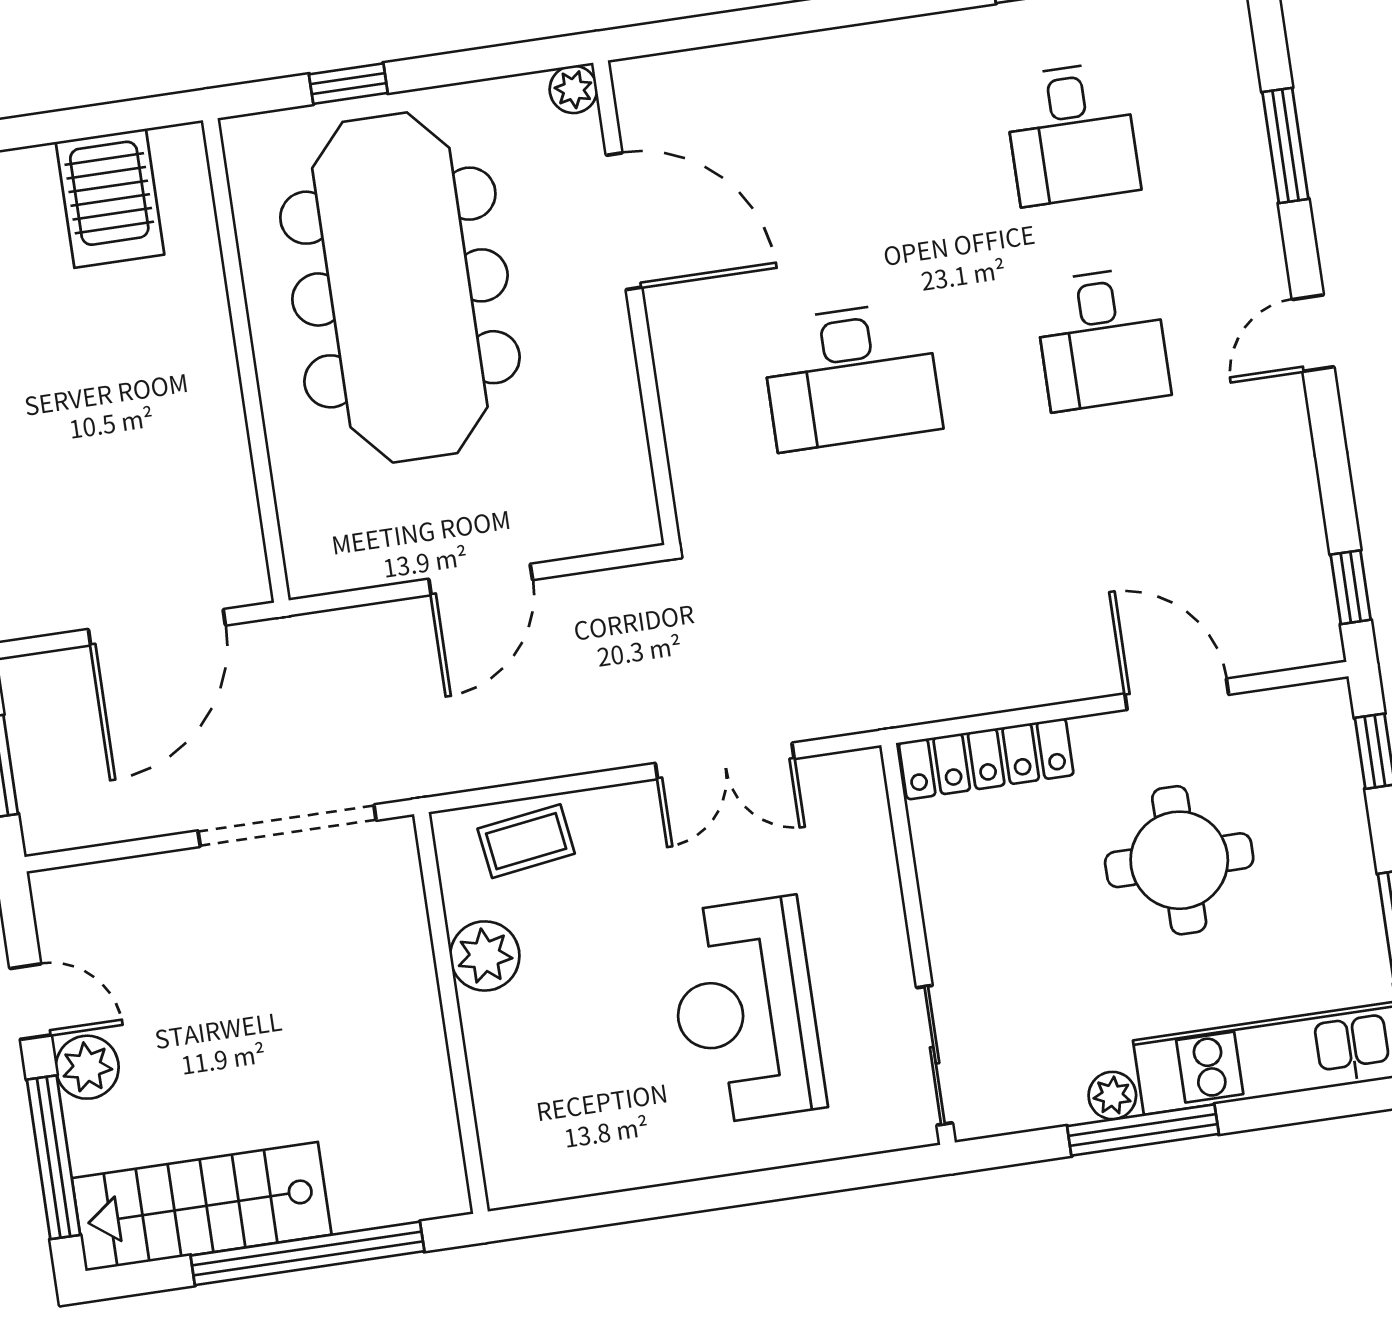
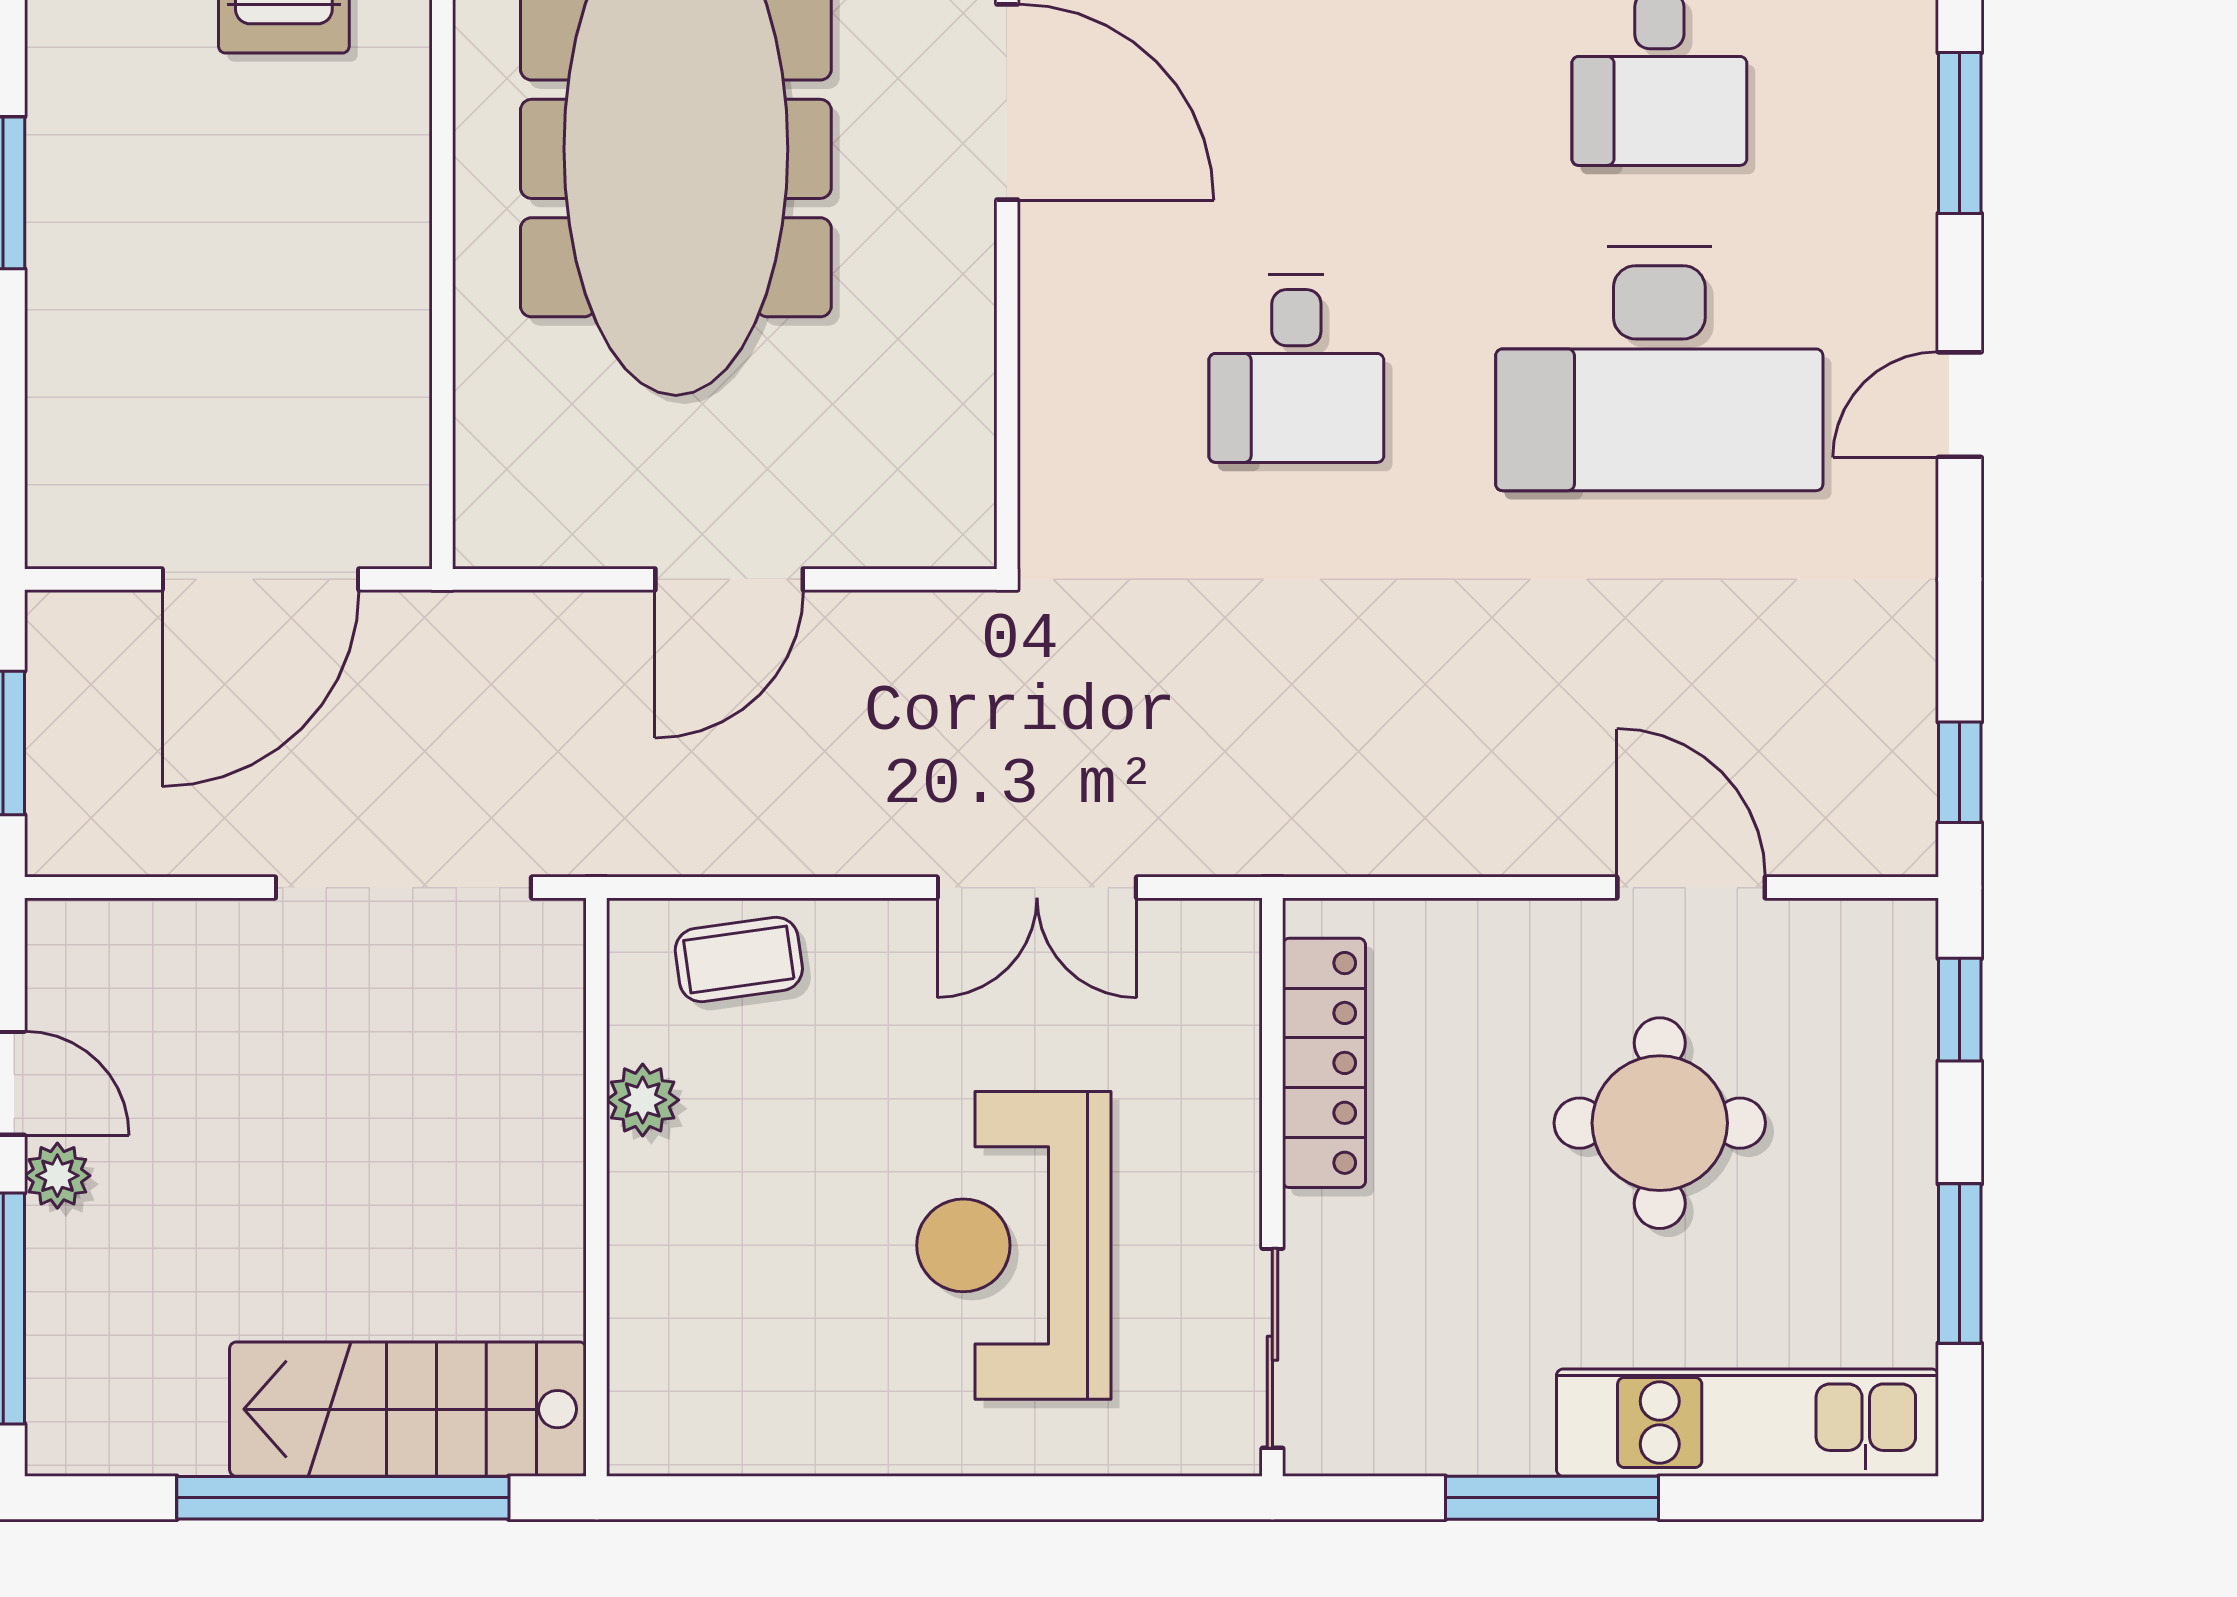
desk: (1102, 339) -> (1659, 368), width x1.87, depth x1.30
desk: (851, 376) -> (1296, 368), width x0.73
locker: (986, 759) -> (1324, 1063), moved, turned -90
plant: (485, 956) -> (643, 1100), width x0.73, depth x0.73
plant: (87, 1067) -> (57, 1176), width x0.73, depth x0.73
plant: (1112, 1095) -> (1516, 1442), removed
stairs: (202, 1206) -> (408, 1409), moved

